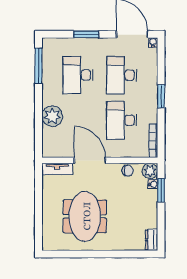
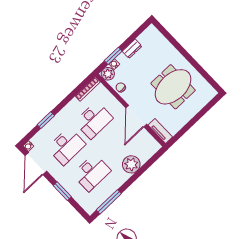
window: (161, 96) -> (46, 120), moved
dresser: (152, 240) -> (132, 49), moved

